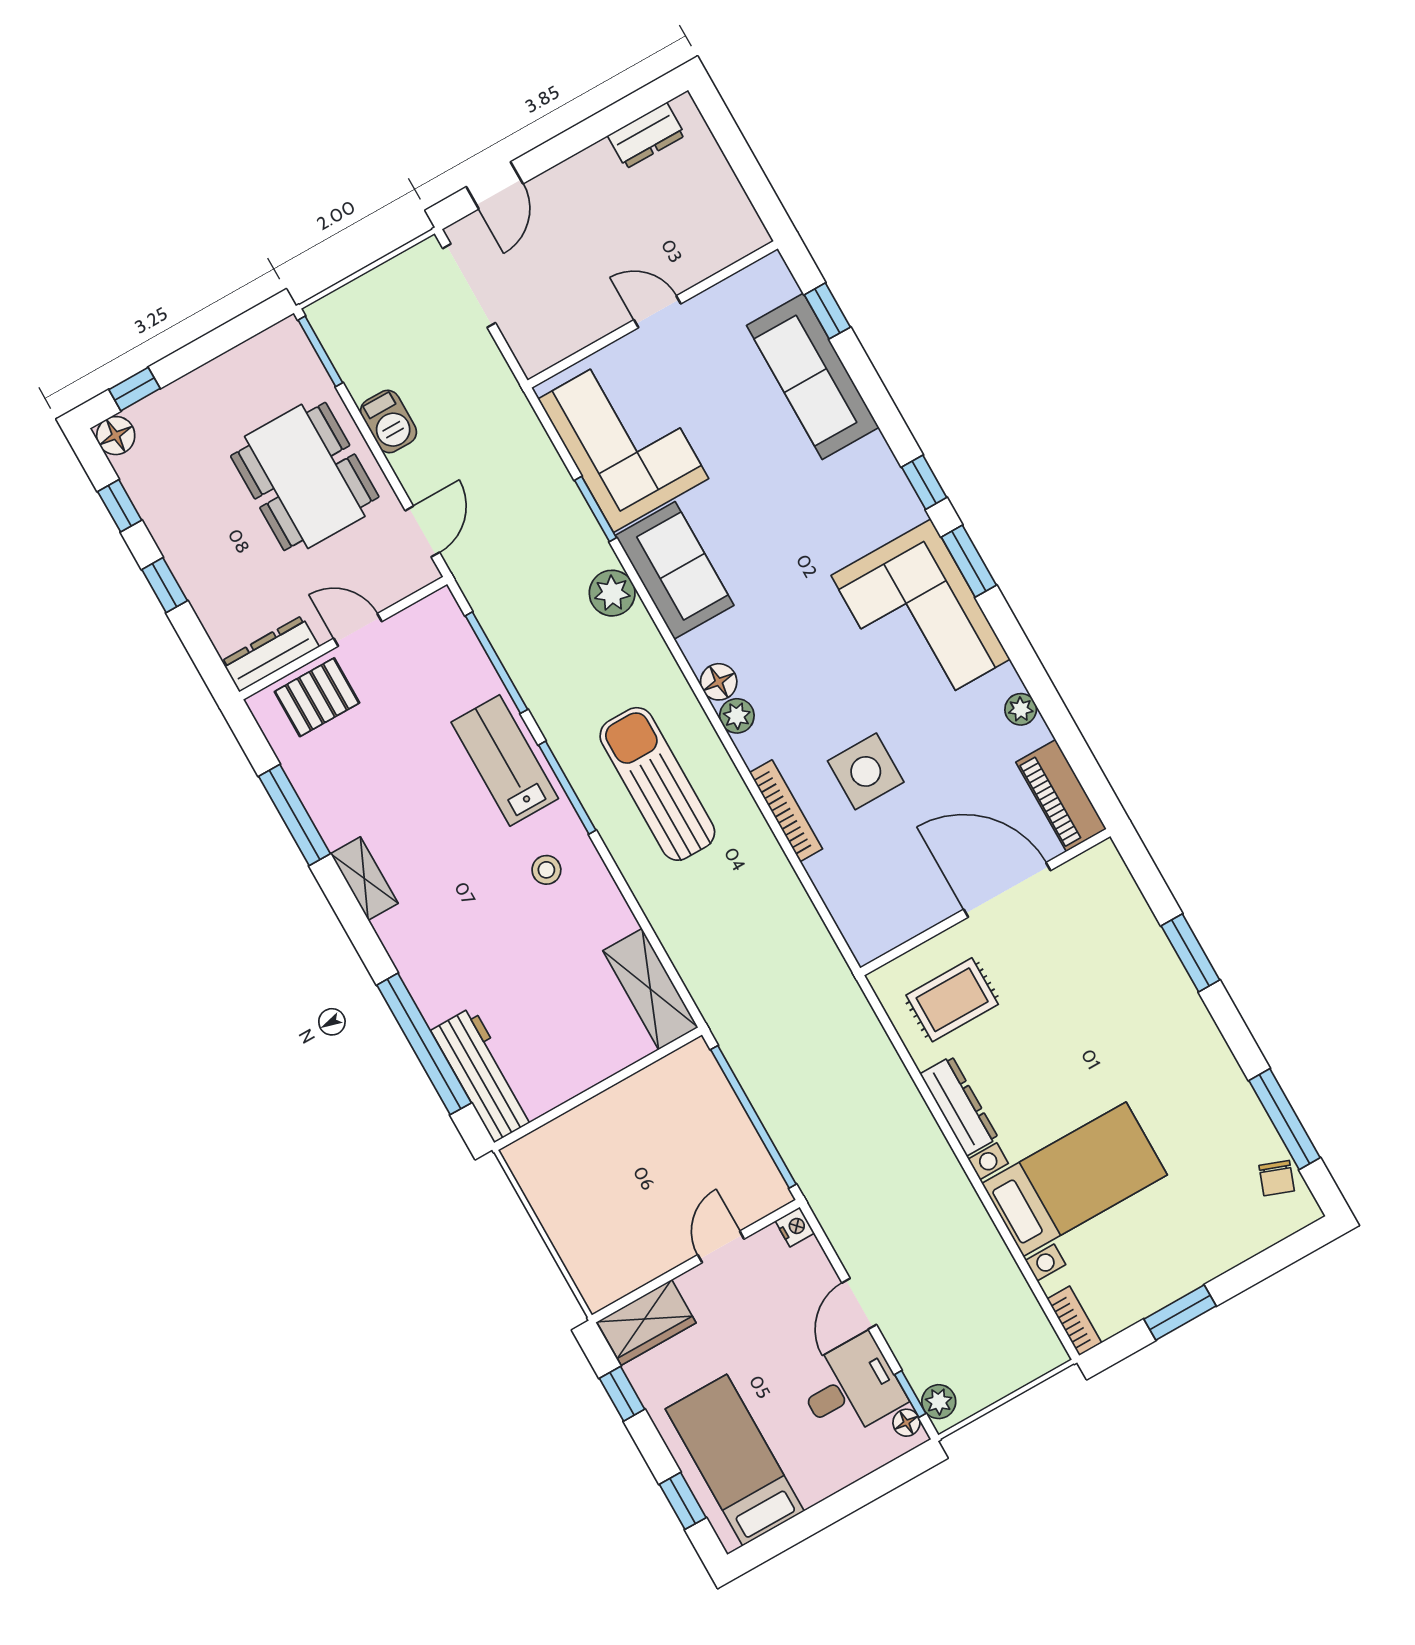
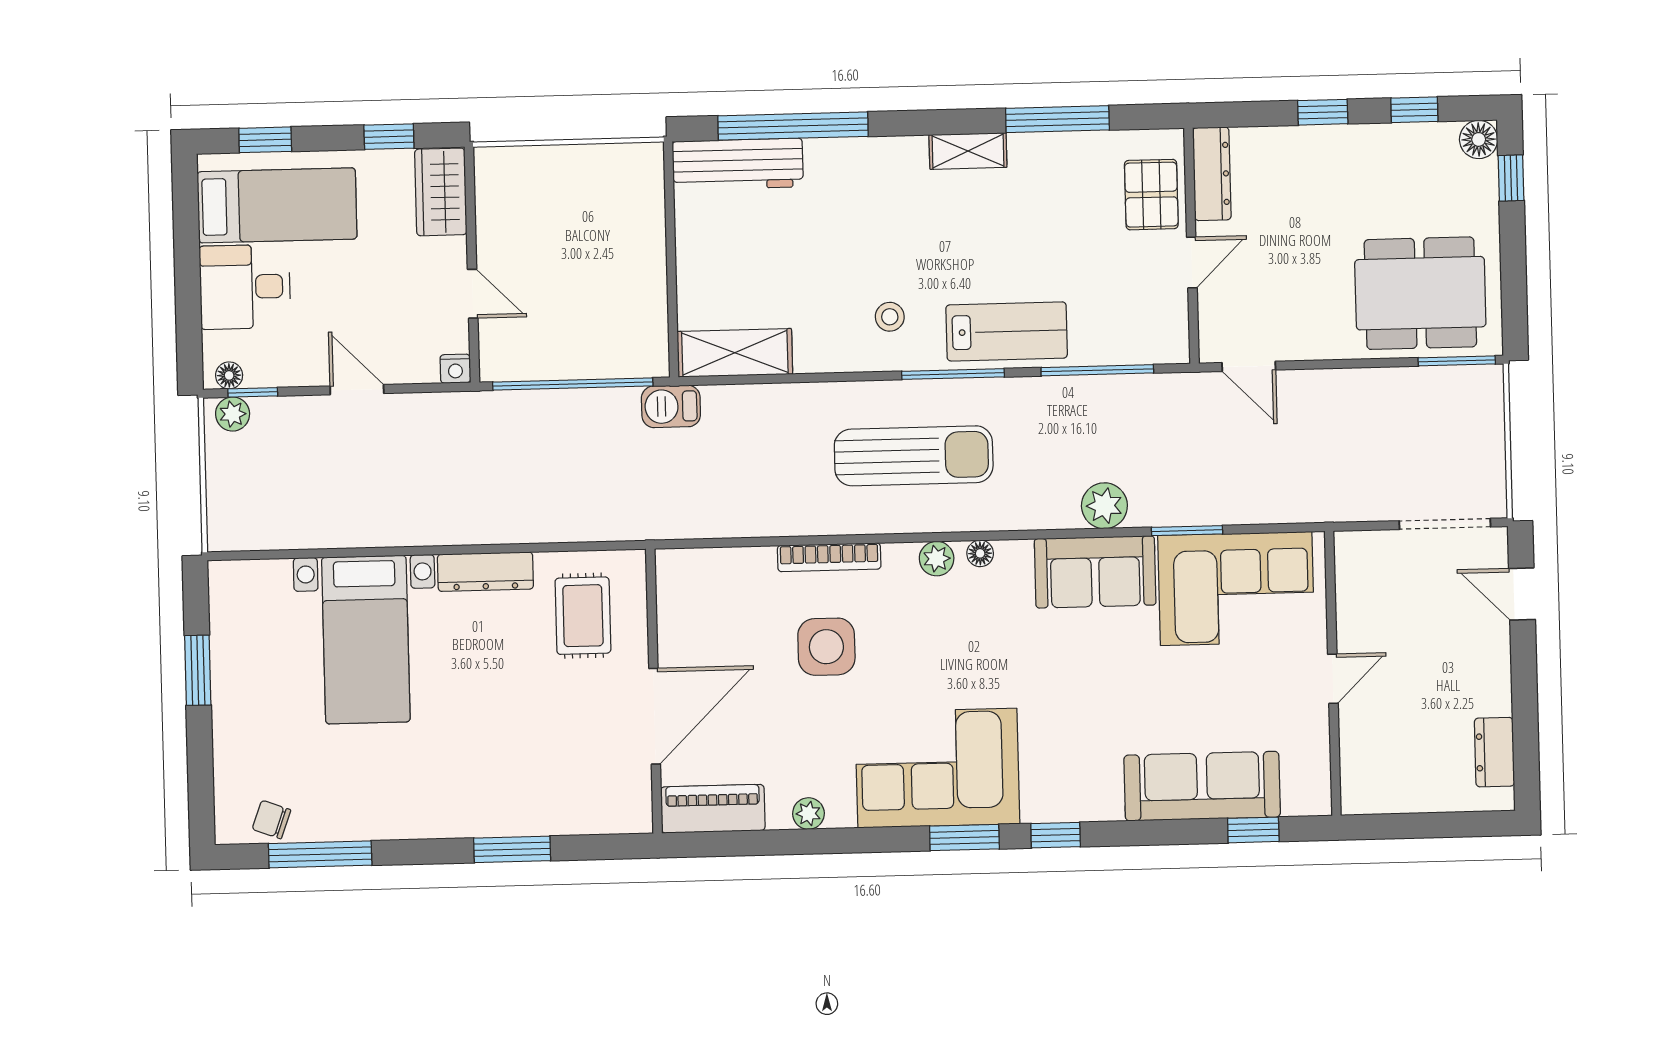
barbecue: (389, 421) -> (671, 406), moved
dining table: (305, 476) -> (1420, 293), moved
floor lamp: (719, 682) -> (980, 553), width x0.73, depth x0.73
bookcase: (1074, 1321) -> (240, 573), removed
desk: (851, 1387) -> (245, 287), moved, turned 90

